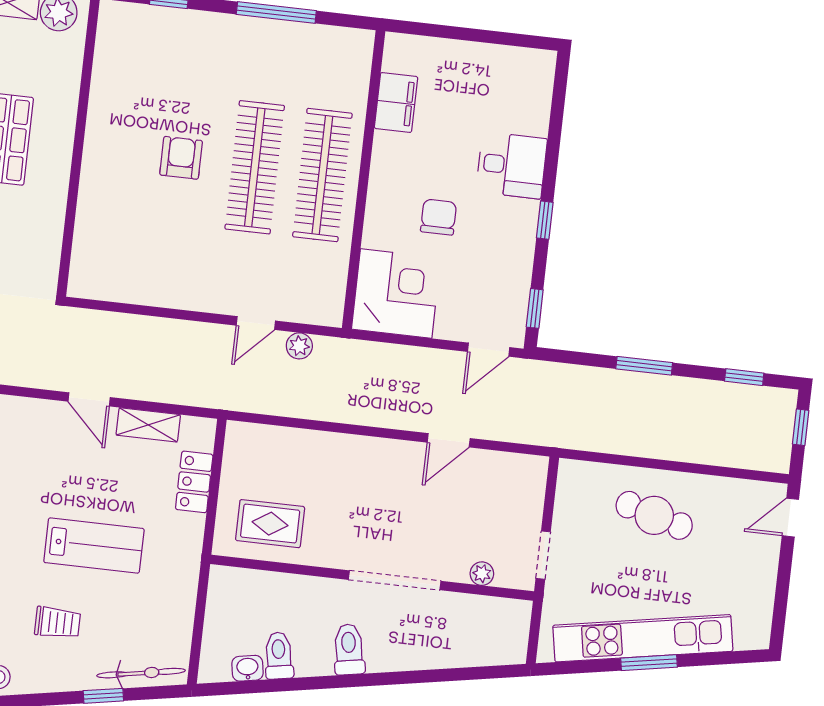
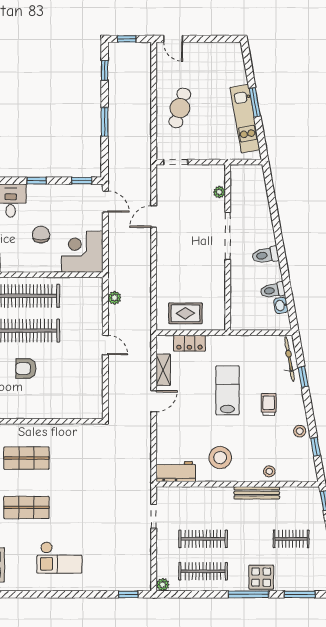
chair: (439, 217) -> (41, 235), turned 90
door: (256, 323) -> (105, 345), moved
door: (449, 440) -> (154, 217), swing flipped
rug: (270, 524) -> (185, 313), moved, turned 90
doorway: (543, 555) -> (176, 162), moved
kitchen unit: (643, 638) -> (245, 119), width x0.73

